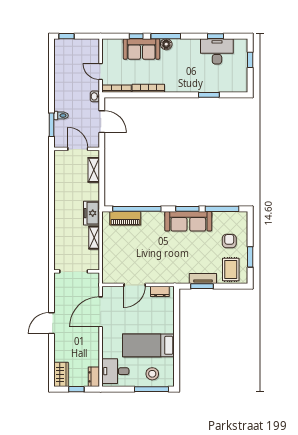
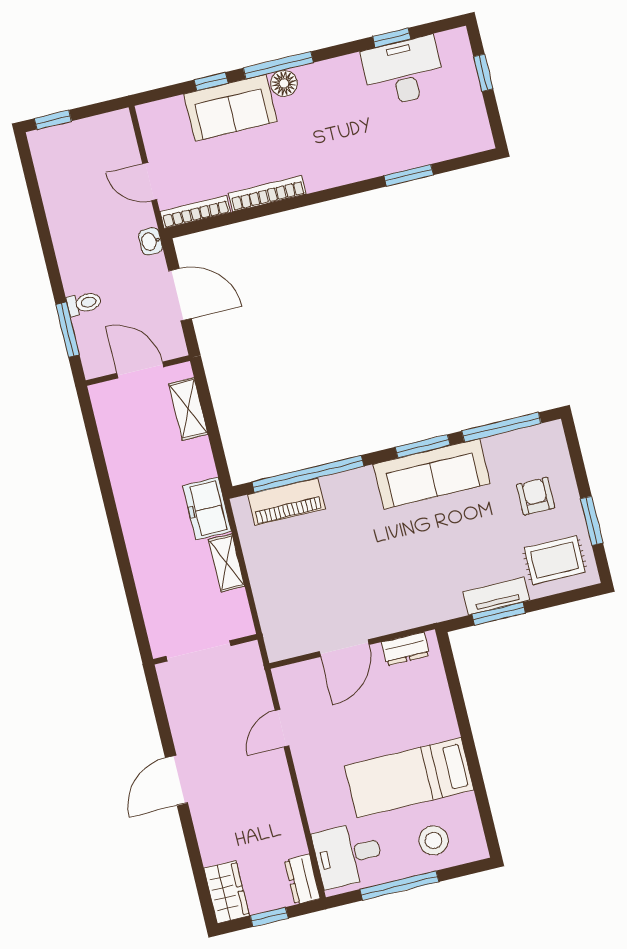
rug: (231, 269) -> (555, 560), turned 90
door: (101, 312) -> (282, 728), width x0.53
window: (152, 389) -> (399, 886), moved

